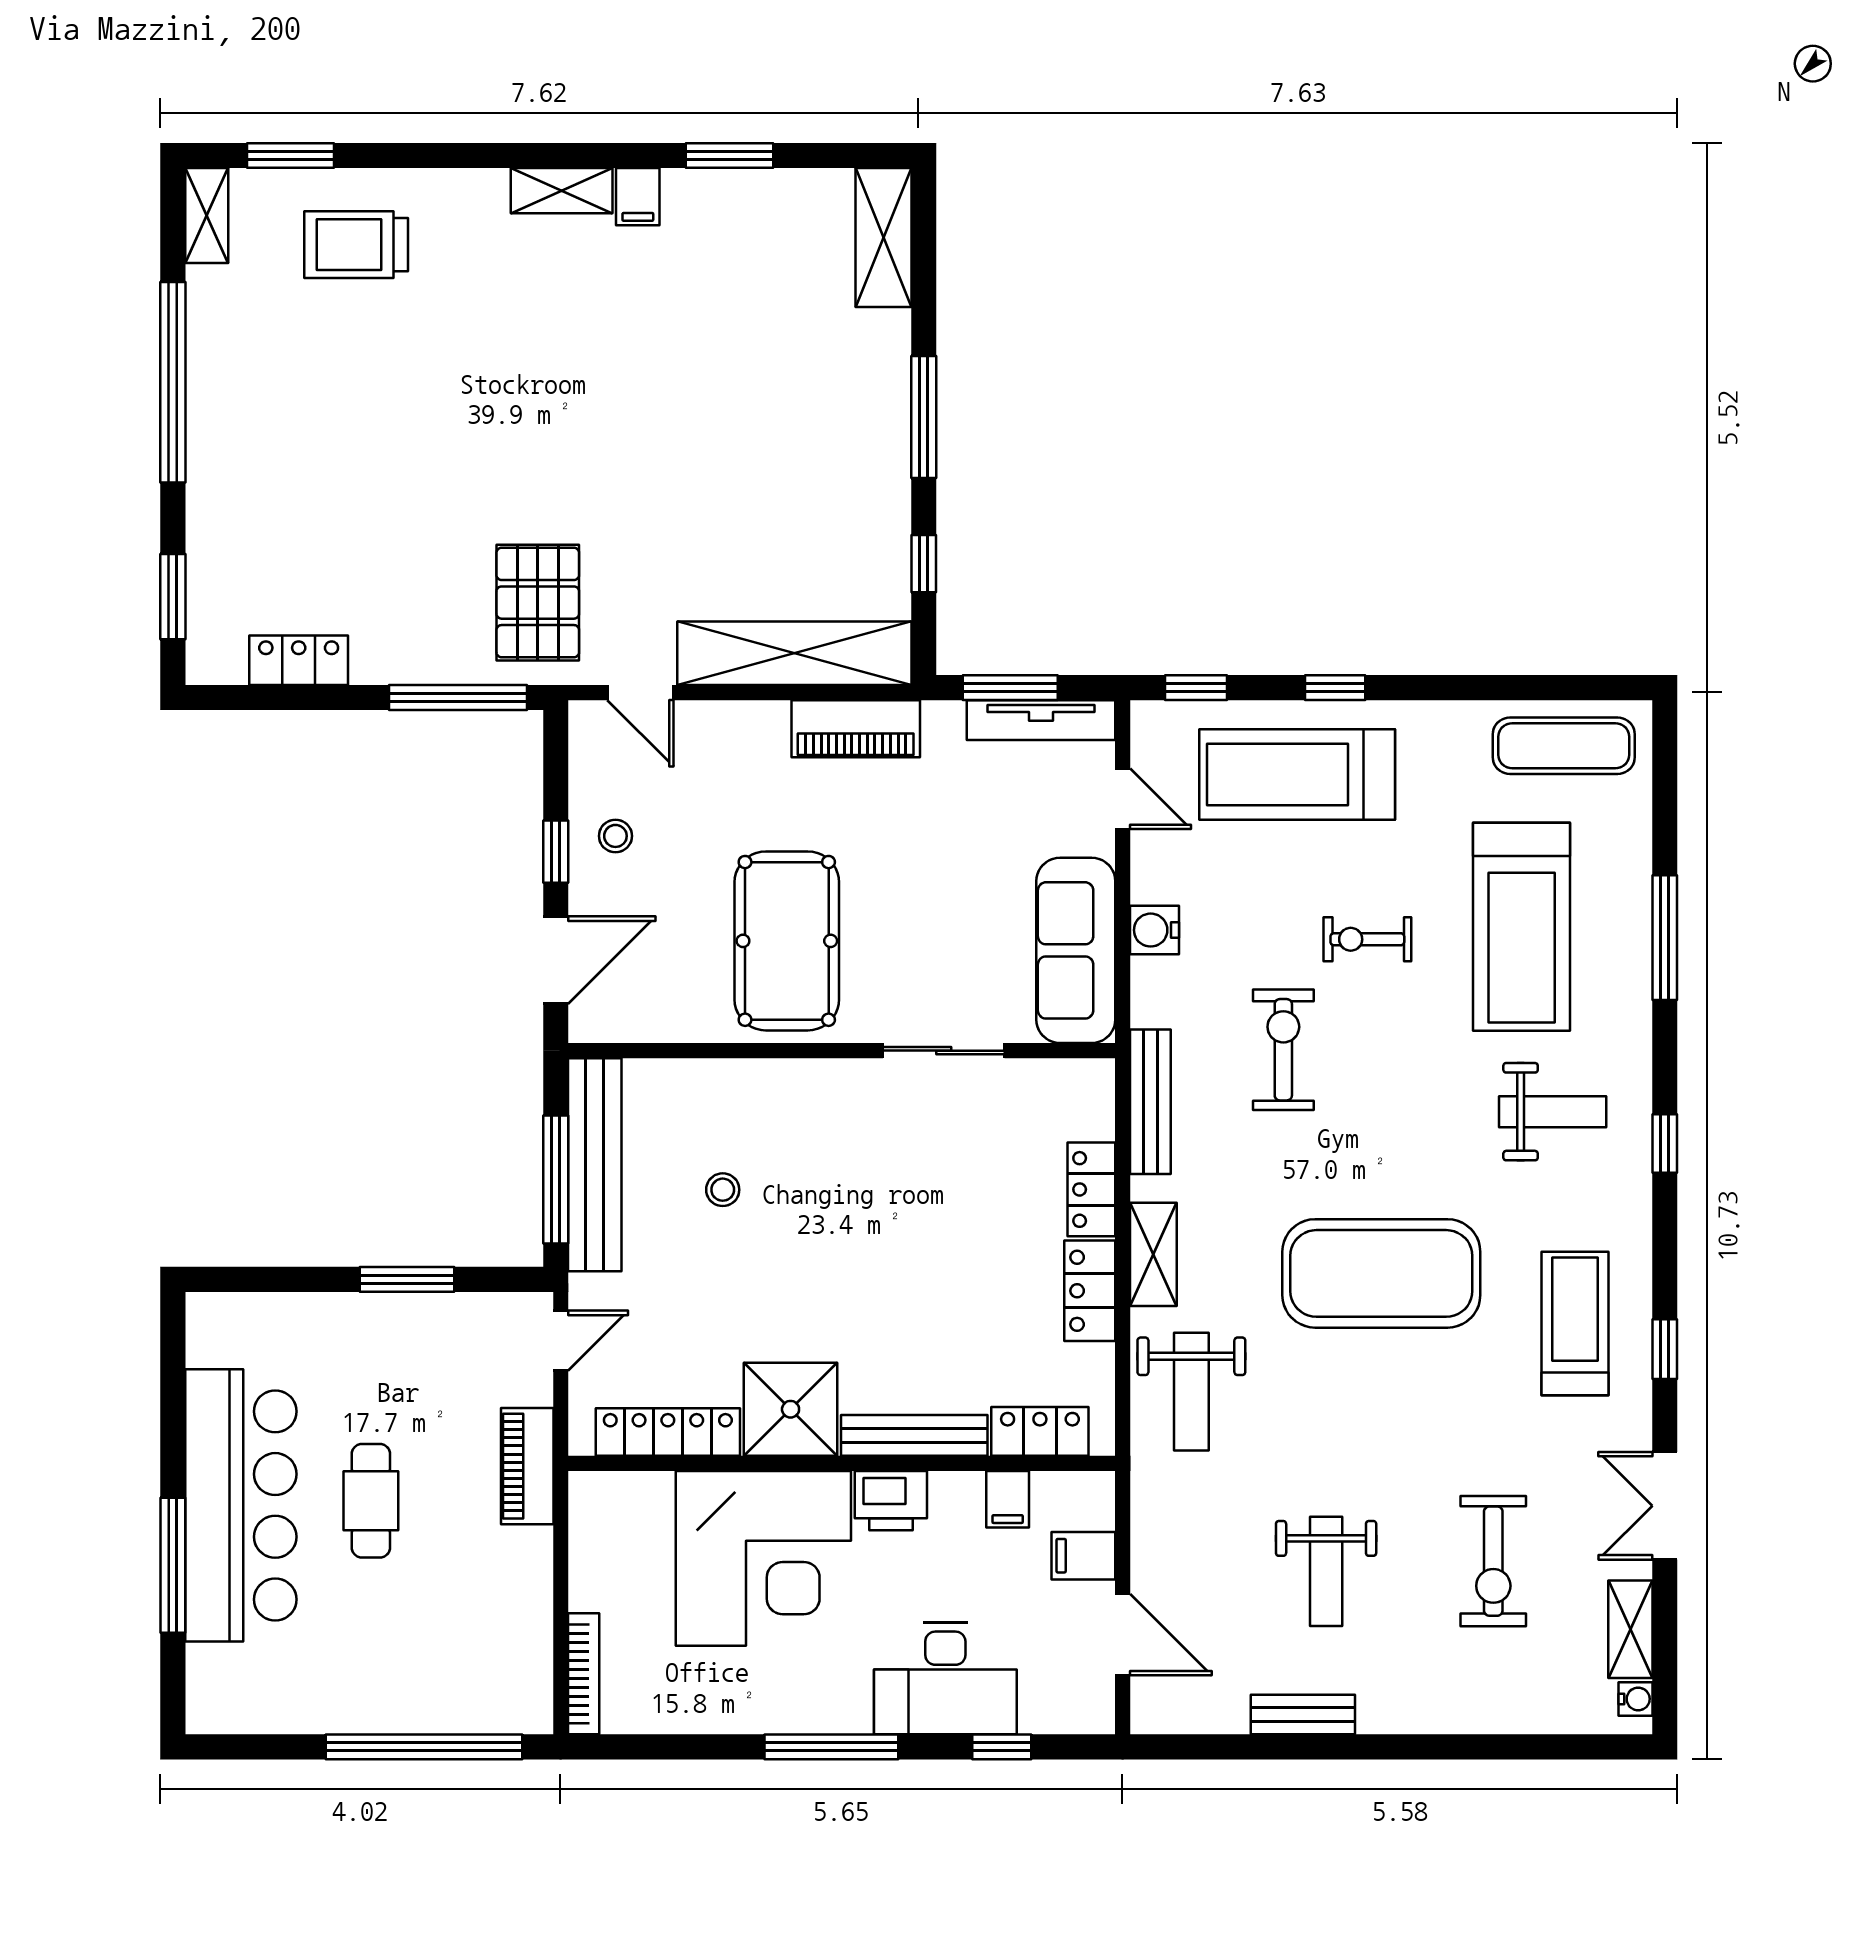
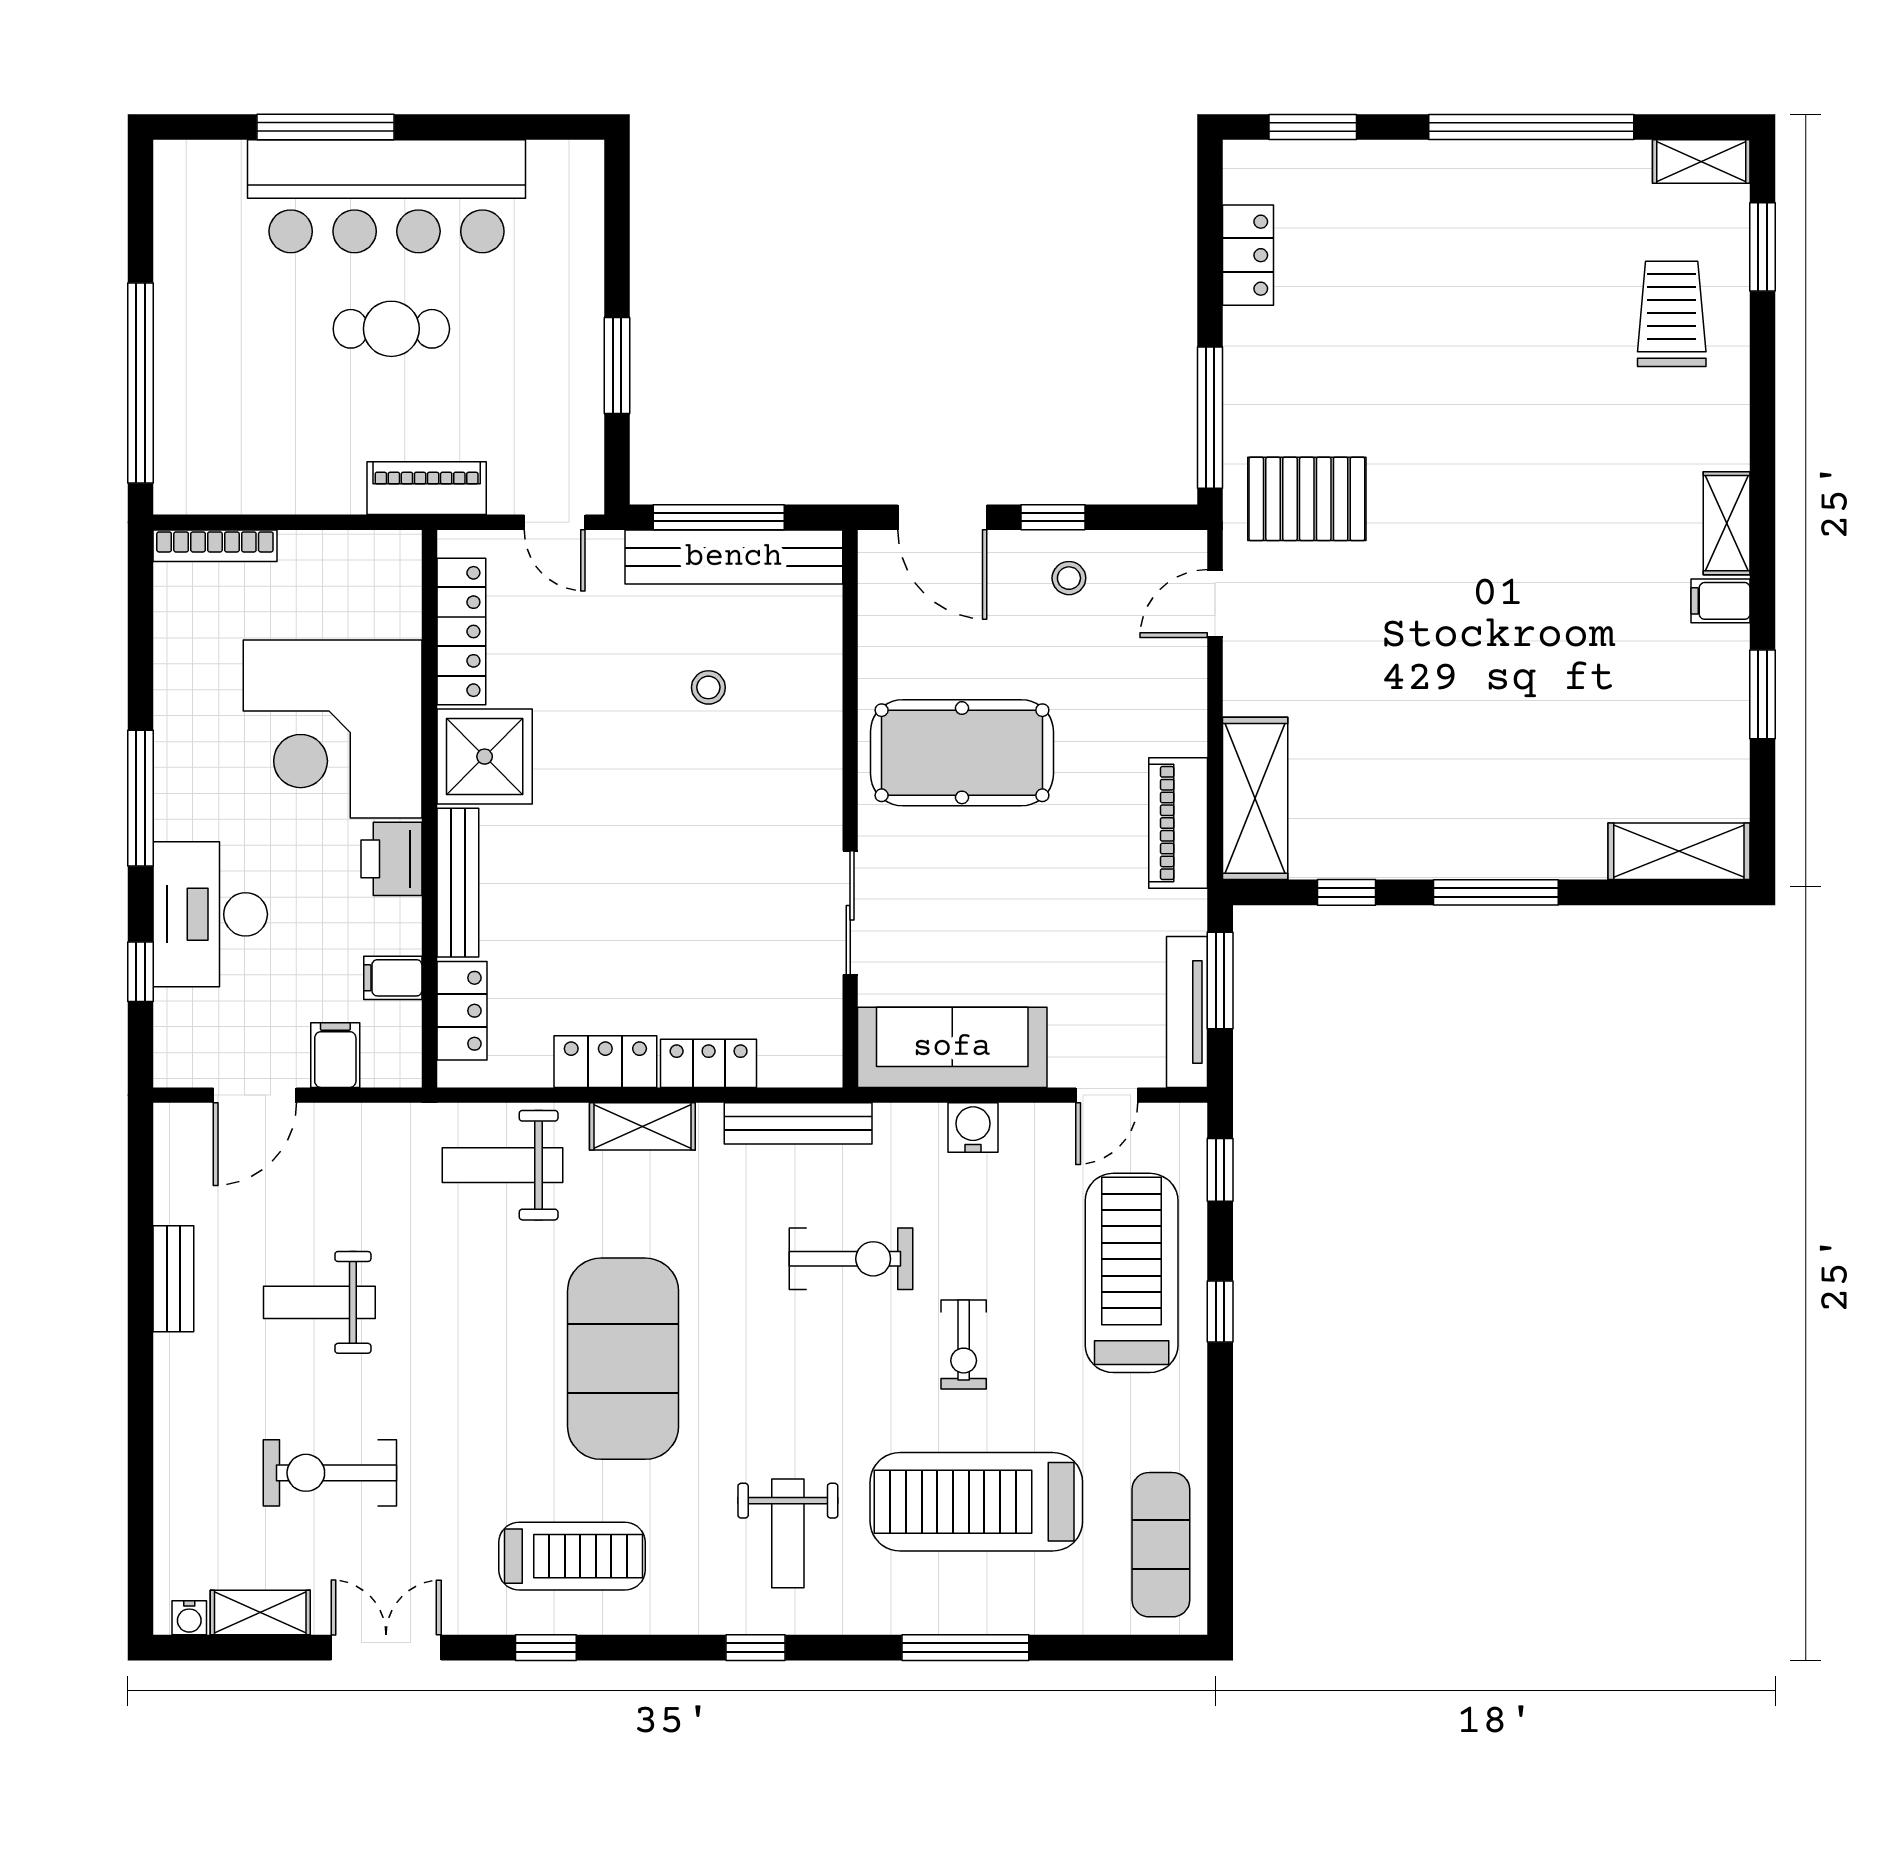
shelving: (794, 653) -> (1255, 798), width x0.68
exercise bike: (1367, 939) -> (964, 1344), turned 180

